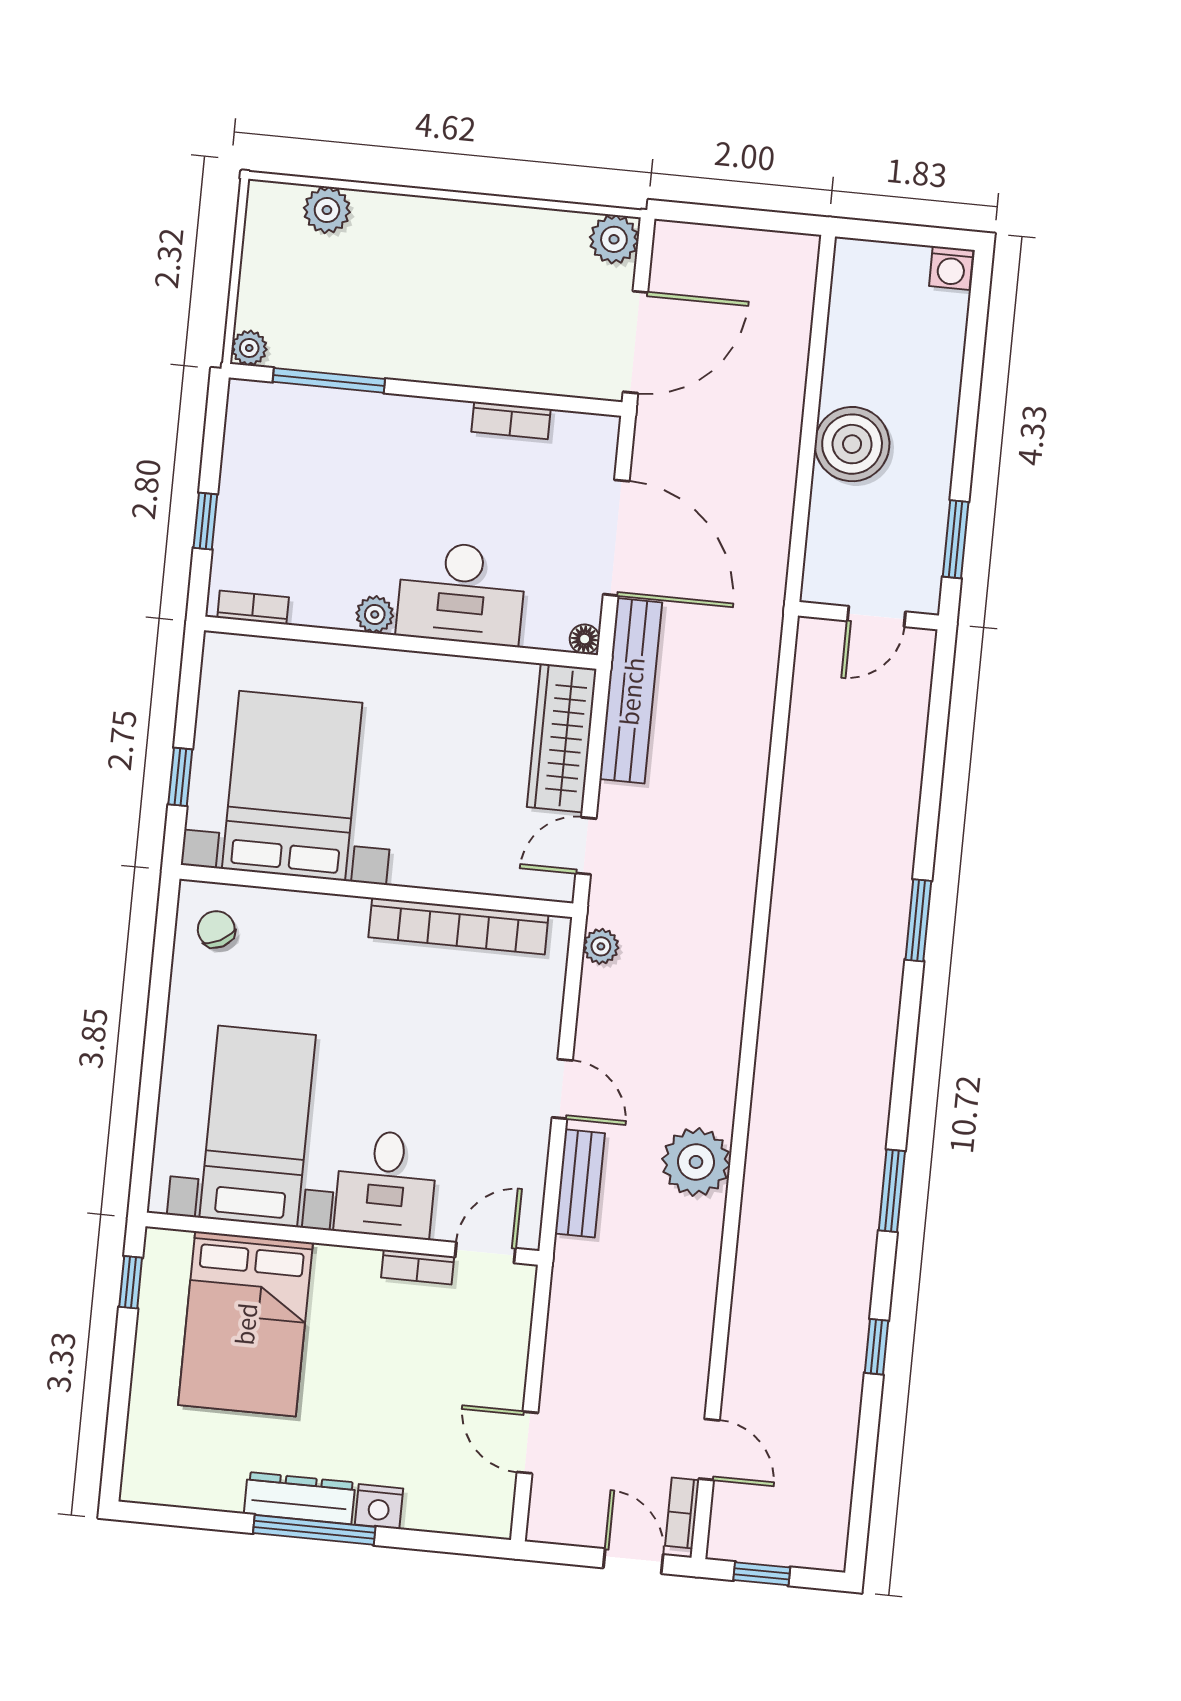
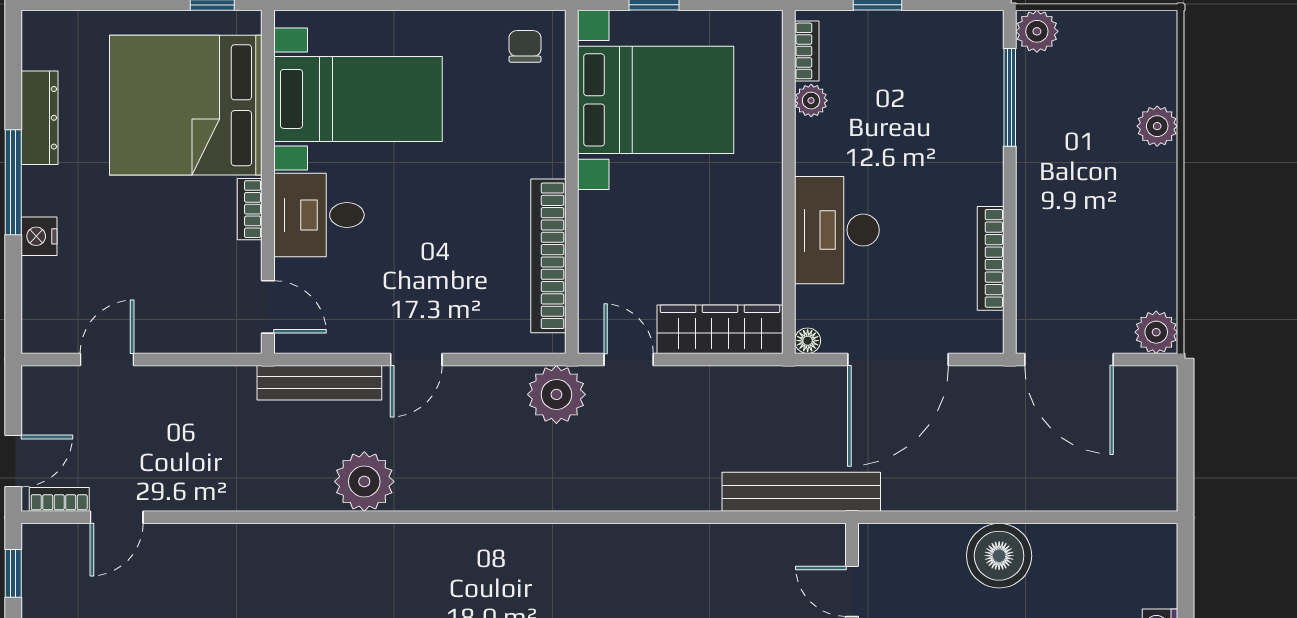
plant: (327, 210) -> (1157, 126), moved
plant: (249, 348) -> (1037, 31), width x1.38, depth x1.38
bookcase: (511, 420) -> (991, 258), width x1.56
plant: (375, 614) -> (811, 101), moved
bench: (631, 691) -> (801, 492), moved
chair: (216, 929) -> (525, 46), turned -62
plant: (601, 946) -> (556, 394), width x1.87, depth x1.87
bench: (580, 1183) -> (319, 383), width x1.36
bookcase: (418, 1267) -> (250, 209), moved
bed: (245, 1324) -> (186, 105), width x1.36
dresser: (300, 1498) -> (40, 118), moved

